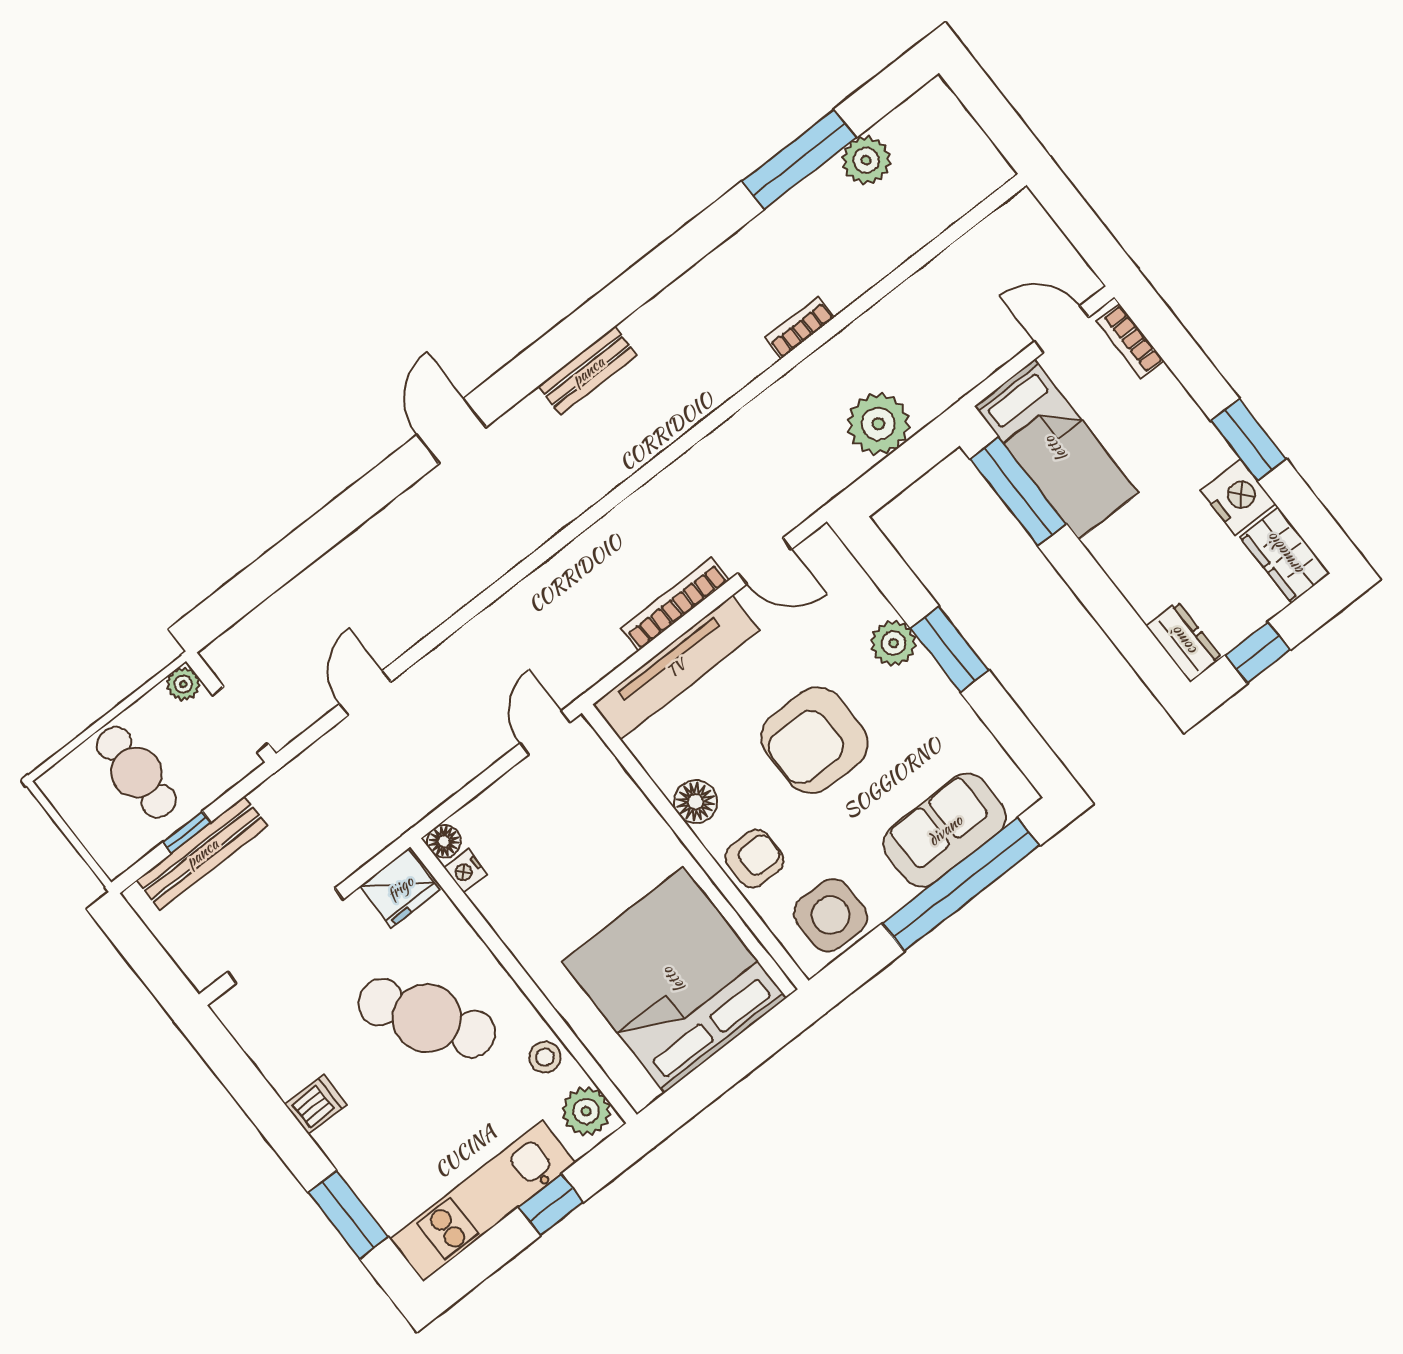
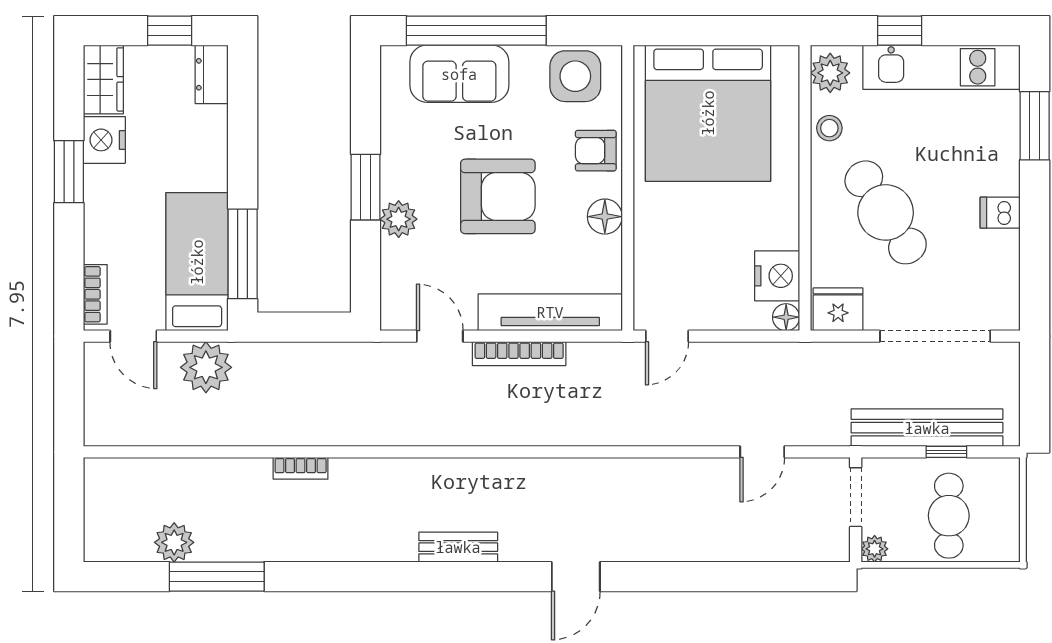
plant: (878, 424) -> (206, 367), moved
bench: (202, 853) -> (927, 428), width x1.37, depth x1.21
nightstand: (465, 871) -> (777, 276), width x1.89, depth x1.79

